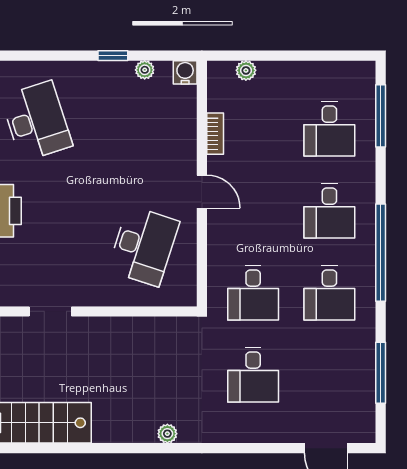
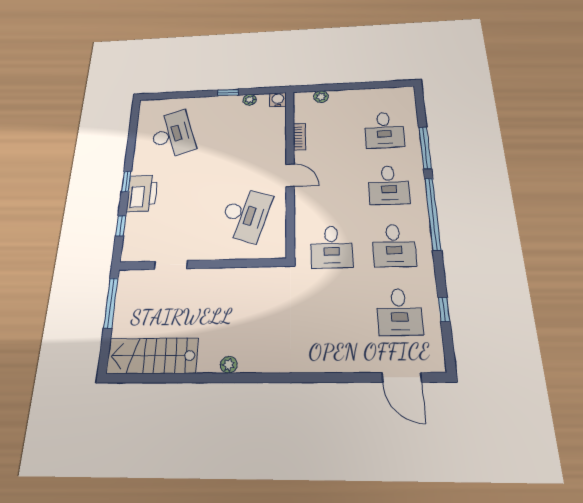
window: (381, 116) -> (425, 148), moved
window: (381, 373) -> (444, 309), width x0.46
desk: (253, 375) -> (399, 312), moved
plant: (167, 434) -> (229, 365), moved

